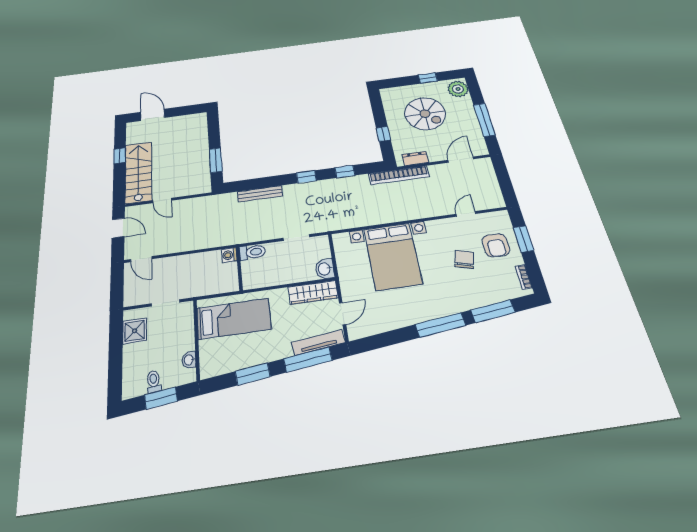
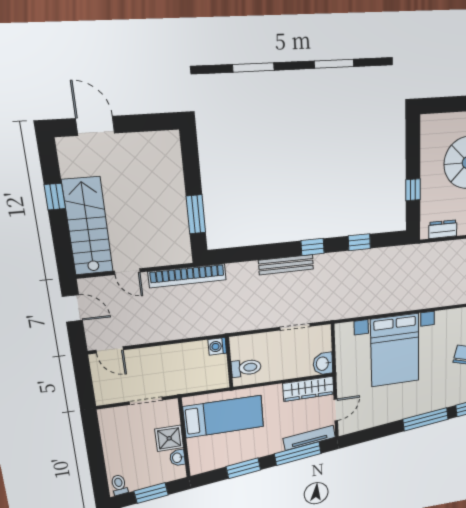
bookcase: (399, 175) -> (187, 276), moved
bench: (260, 194) -> (286, 265), moved
toilet: (252, 252) -> (246, 368), moved
shower: (135, 331) -> (169, 438), moved
toilet: (154, 382) -> (119, 485), moved

